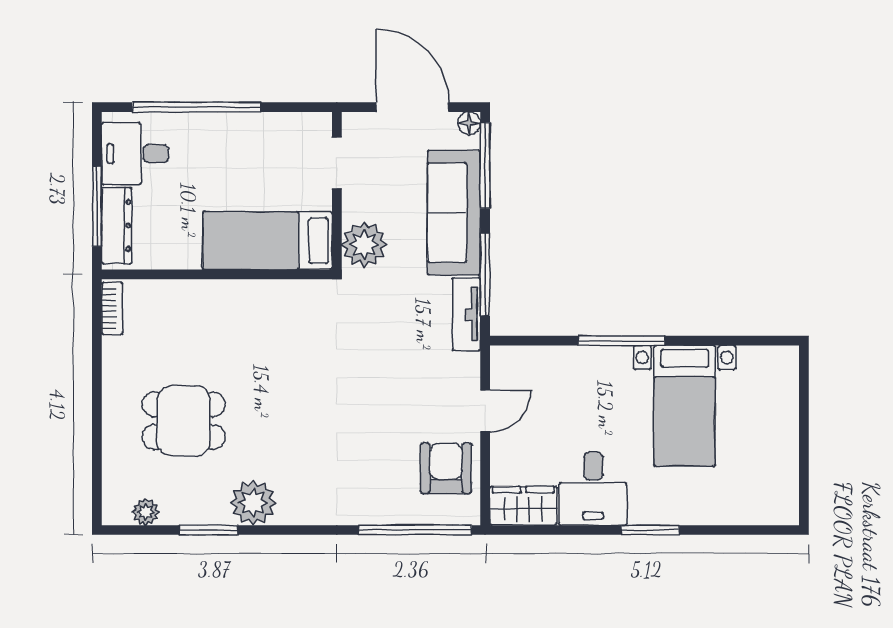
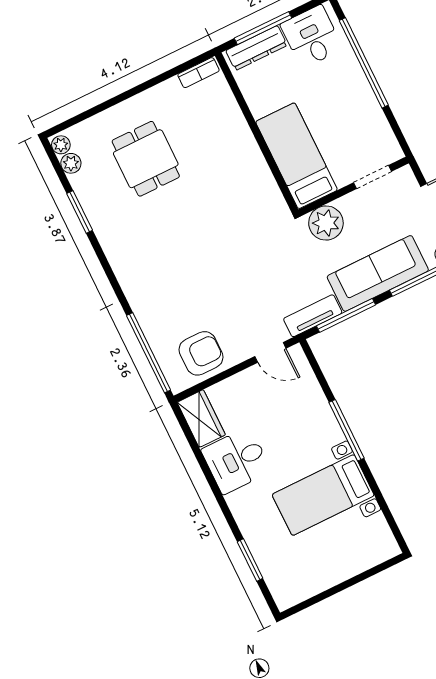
door: (485, 411) -> (270, 352), moved
plant: (253, 503) -> (61, 145), moved, width x0.53, depth x0.53
window: (650, 530) -> (250, 560), moved

